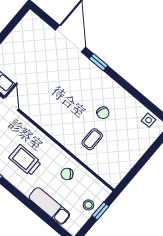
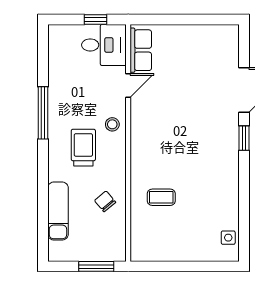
chair: (103, 113) -> (197, 186), removed
stool: (88, 205) -> (112, 124), moved
window: (100, 211) -> (96, 266), width x1.50

